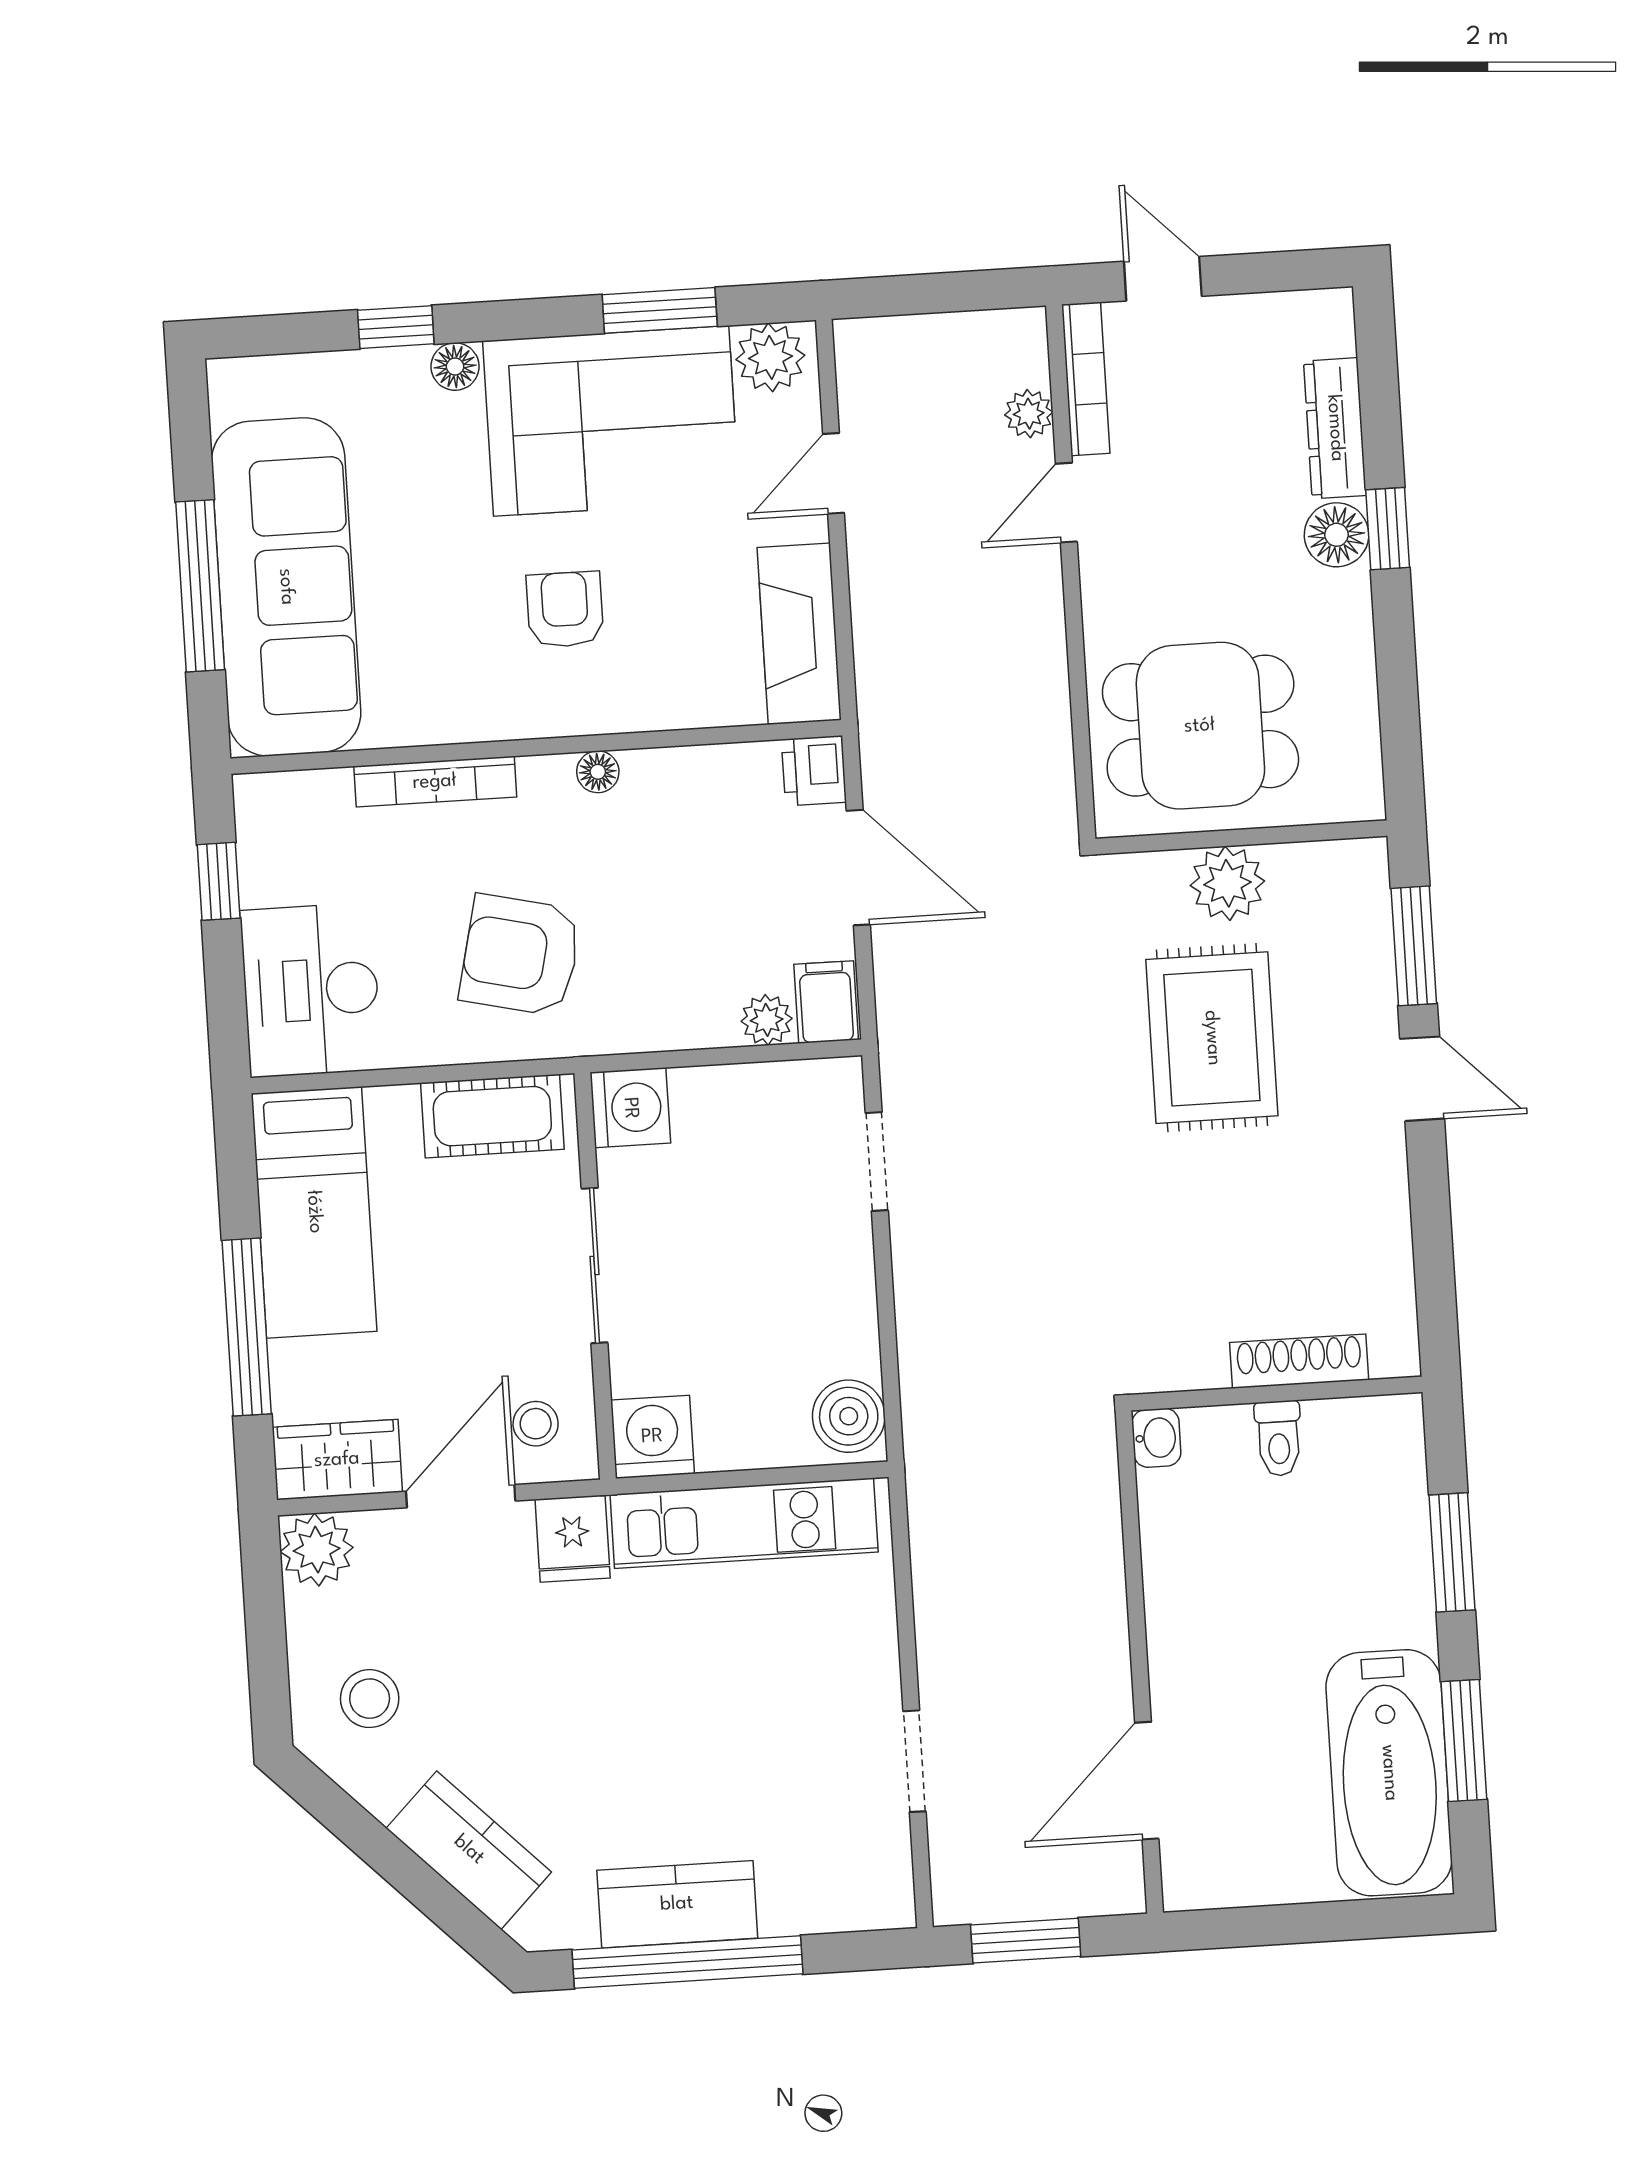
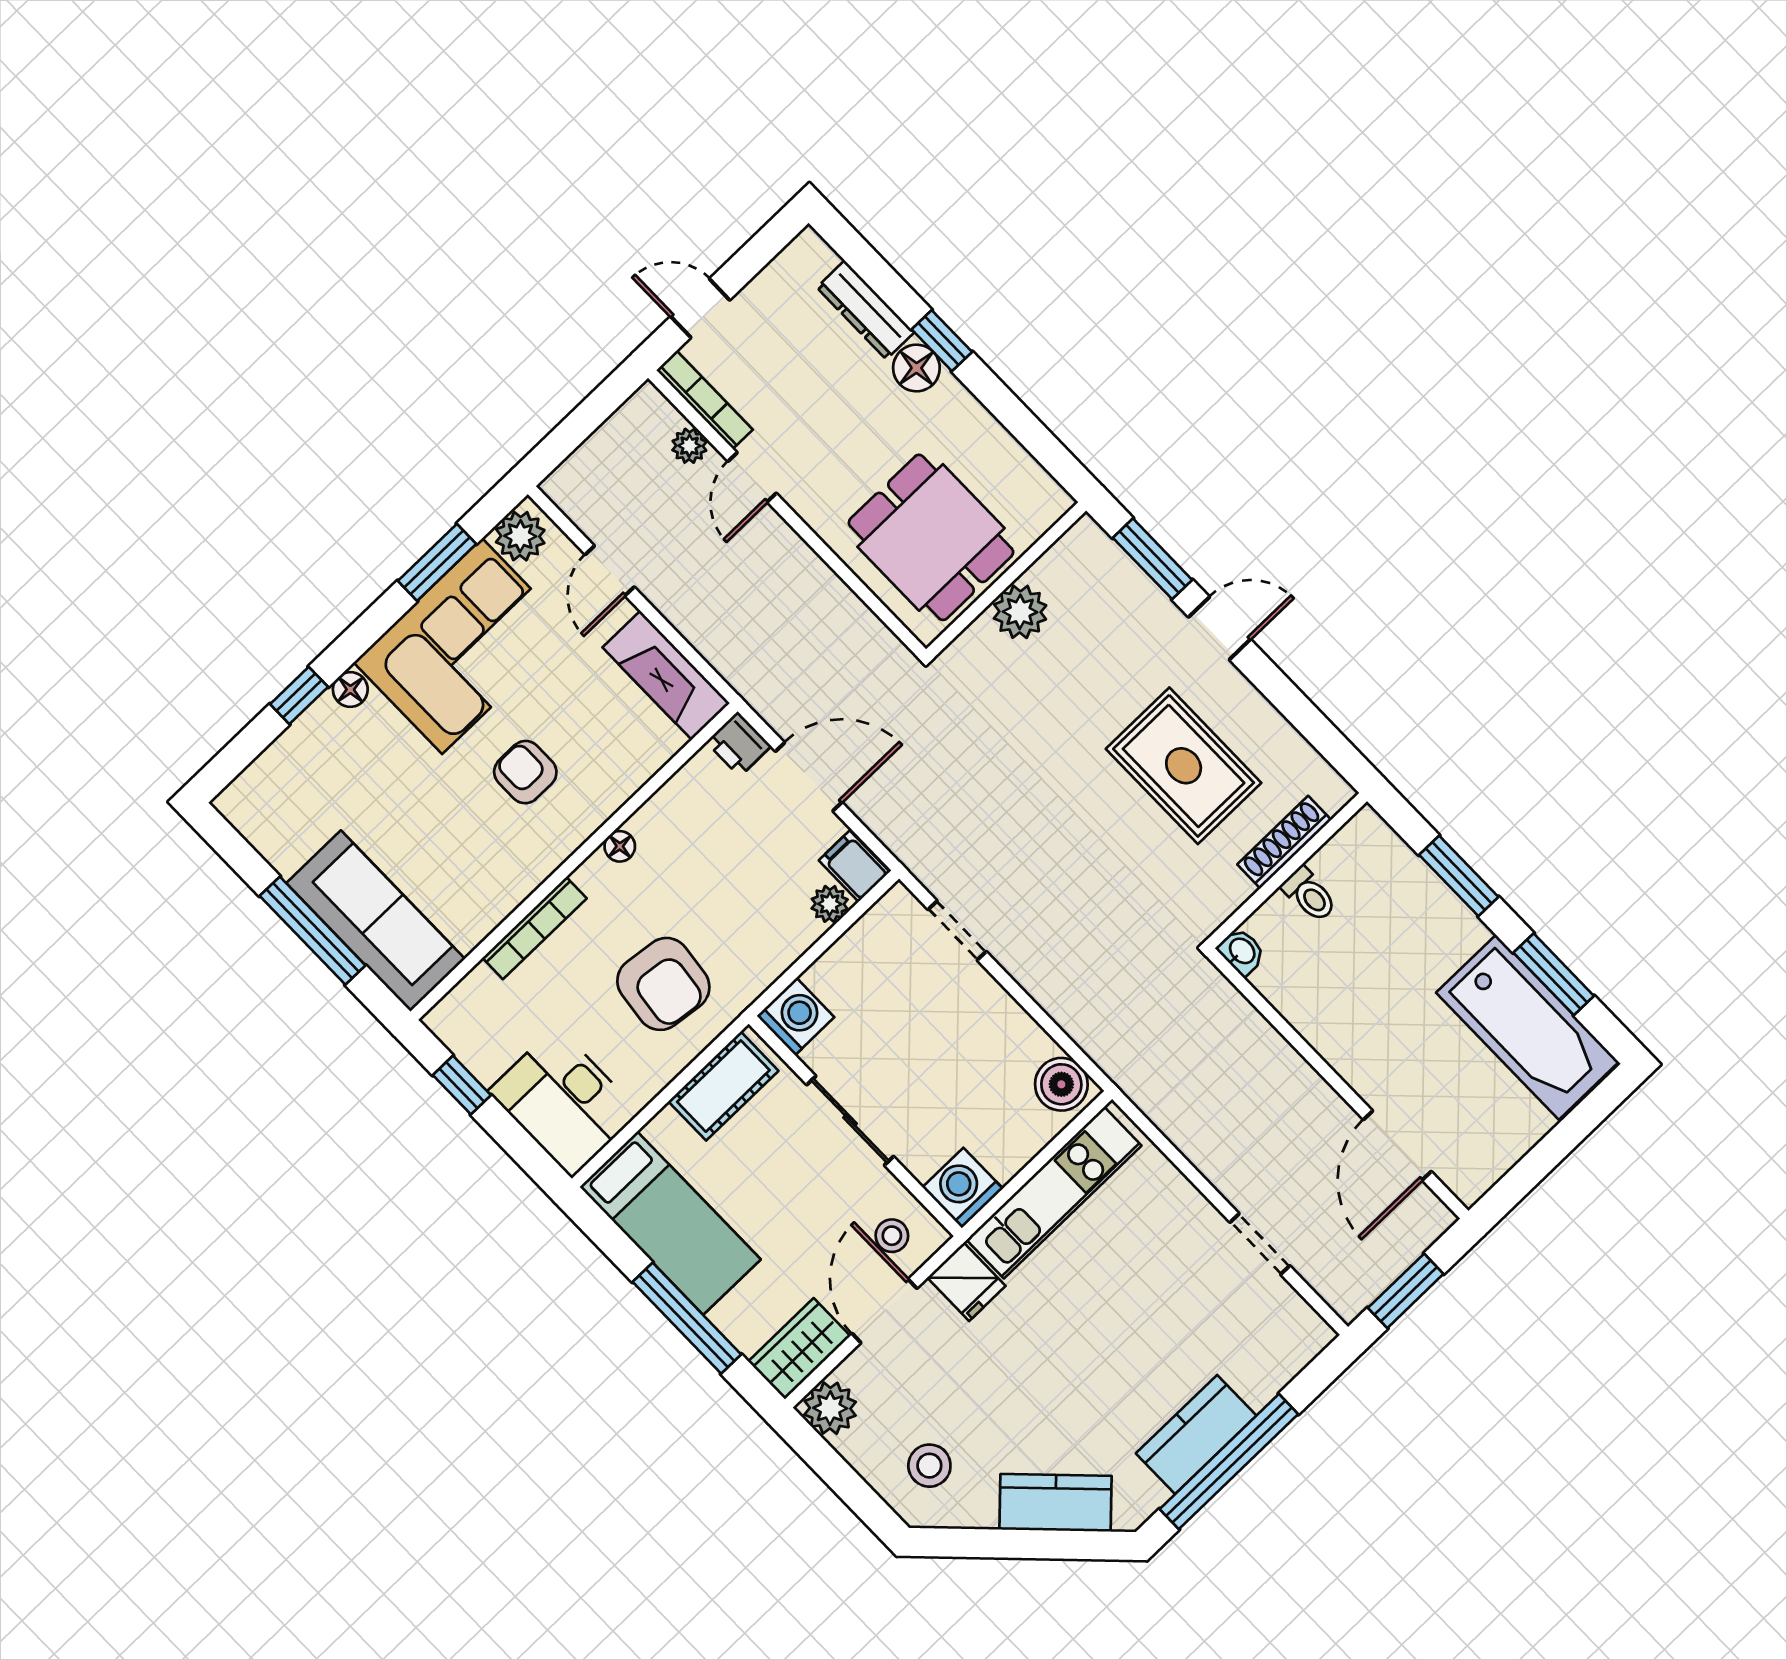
sofa: (286, 587) -> (376, 921), width x0.74, depth x0.79
dining table: (1200, 726) -> (931, 537), turned 90
armchair: (521, 955) -> (663, 984), turned -96
rug: (1212, 1038) -> (1184, 766), moved

